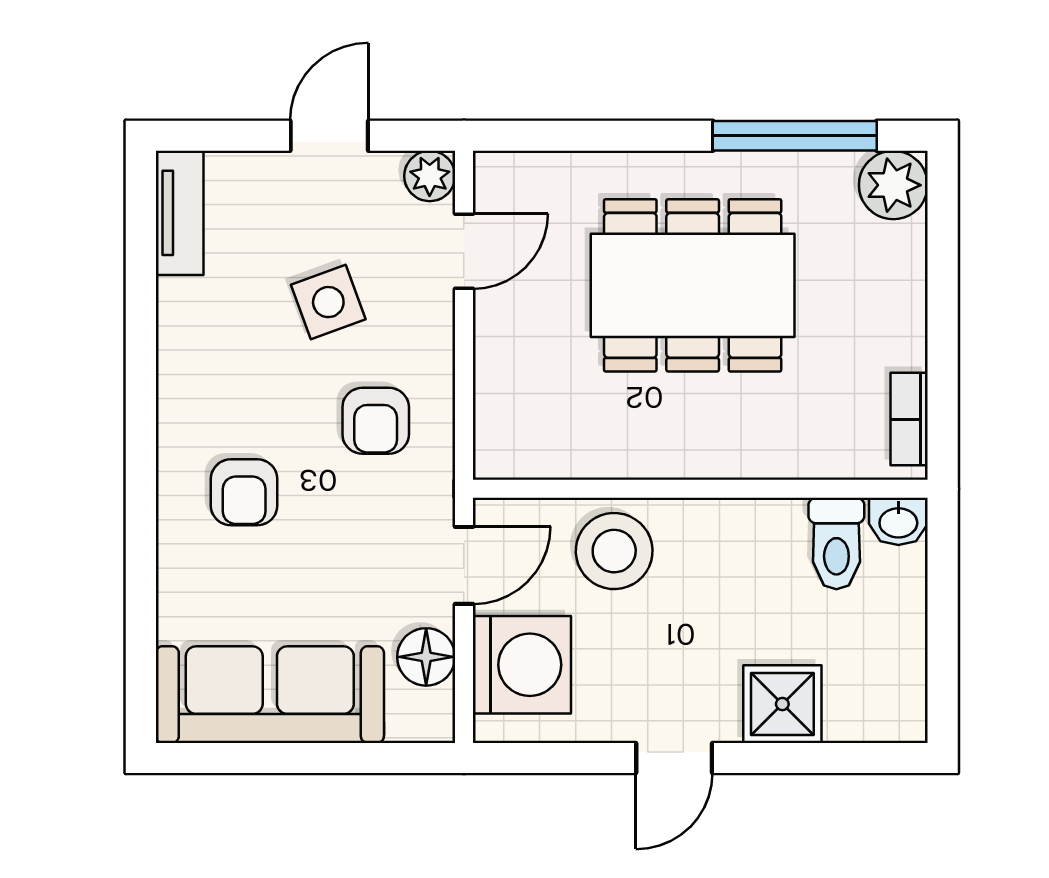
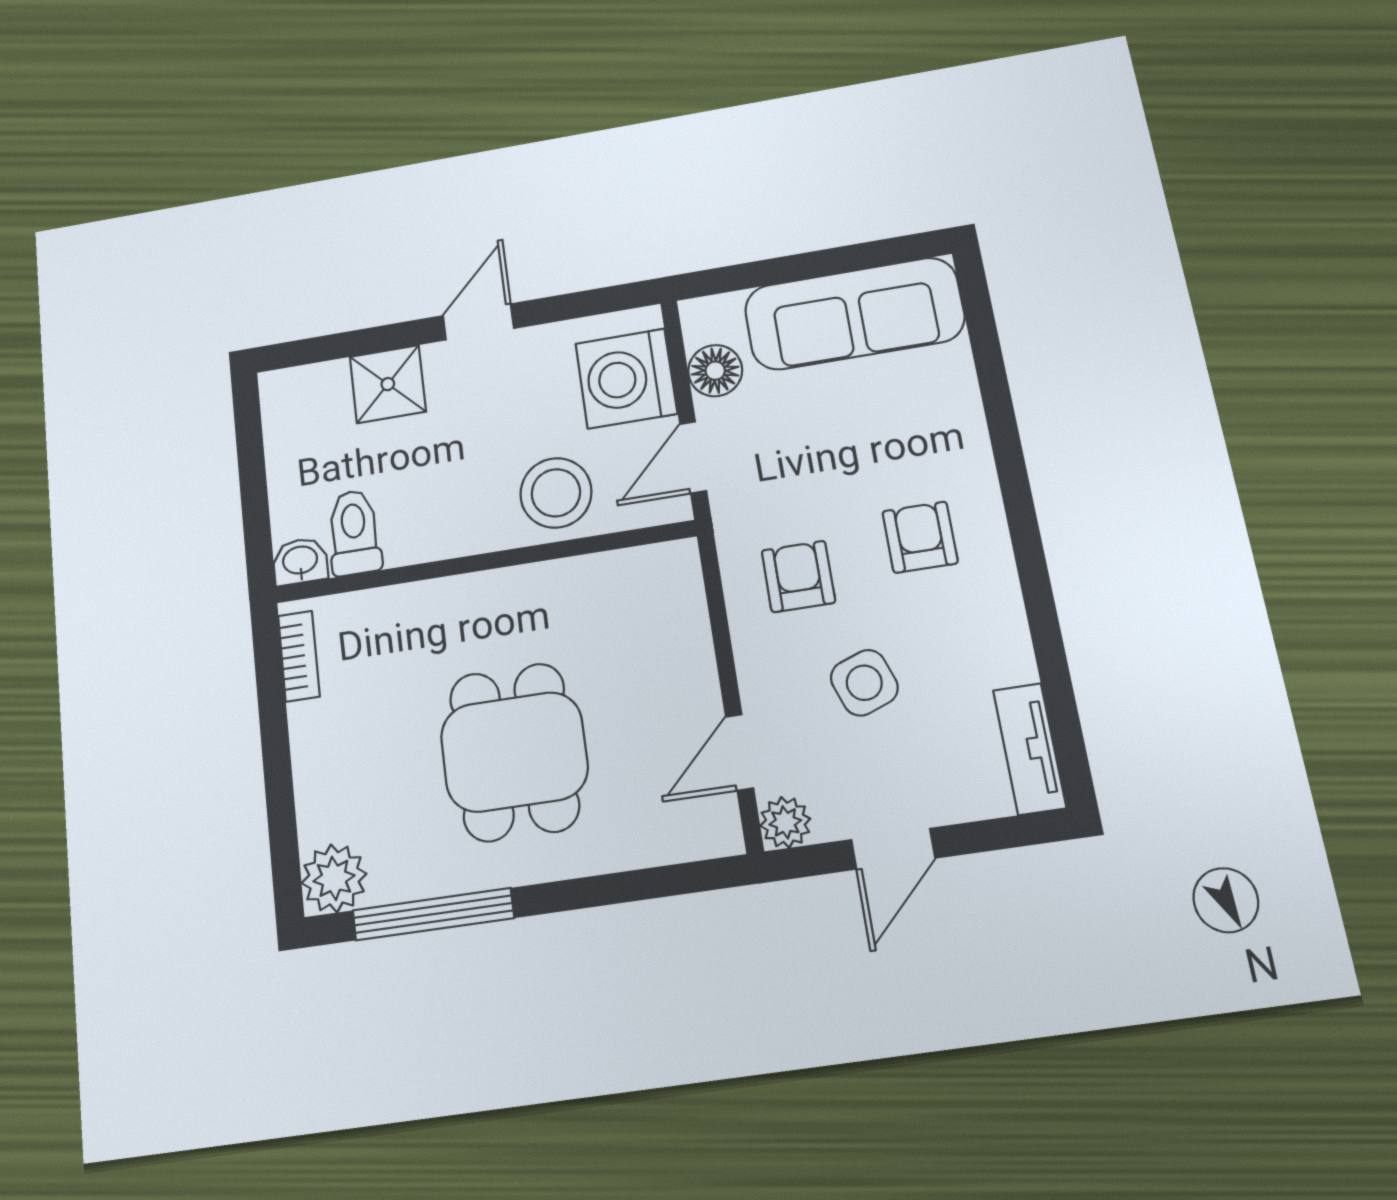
dining table: (693, 285) -> (514, 752), width x0.73
armchair: (244, 492) -> (920, 537), moved

